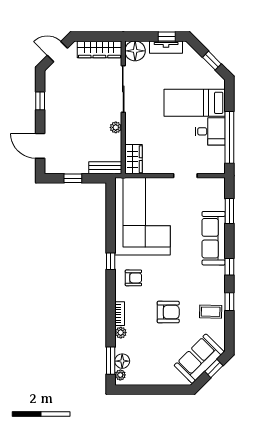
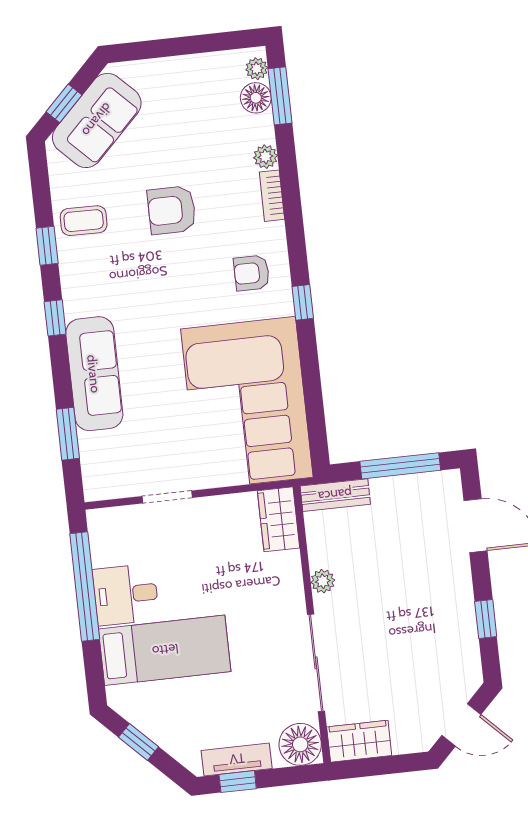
wardrobe: (99, 49) -> (359, 741), width x0.67
window: (73, 178) -> (400, 466), width x2.17

